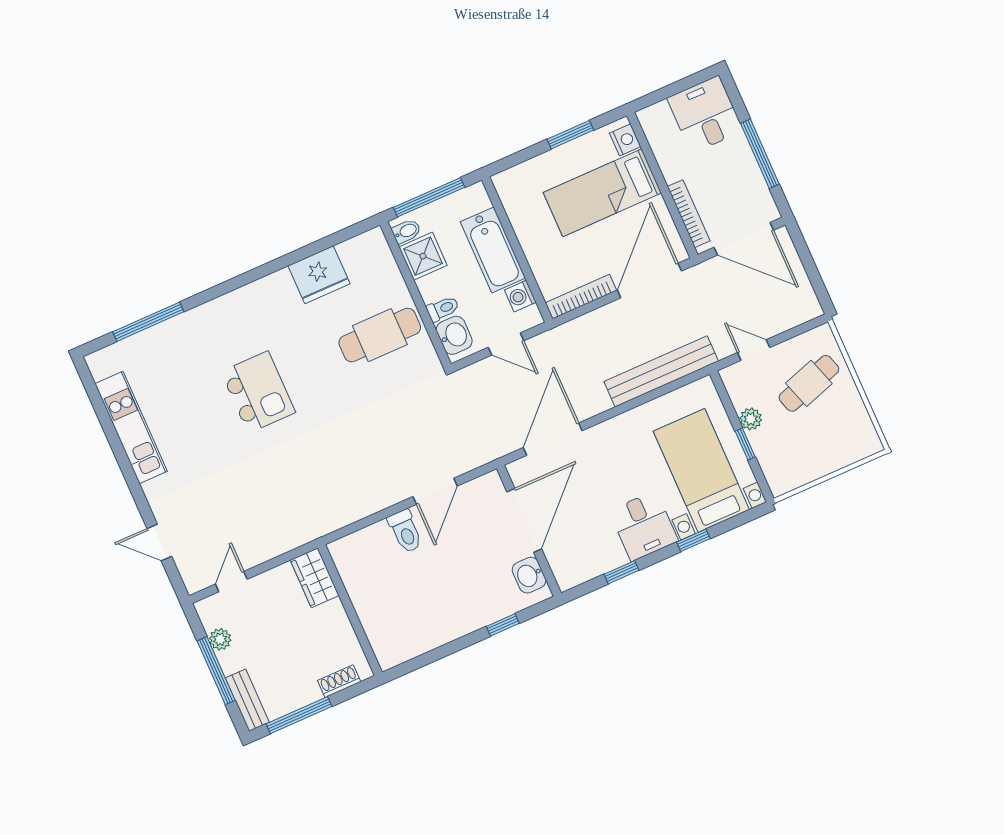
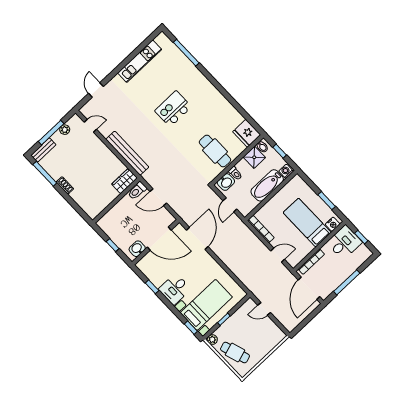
window: (674, 89) -> (361, 237), added
desk: (705, 114) -> (344, 242), moved
window: (429, 197) -> (280, 151), width x0.46
fridge: (319, 275) -> (247, 133), moved
door: (649, 281) -> (278, 255), width x0.53
washing machine: (520, 296) -> (286, 171), moved
door: (754, 350) -> (264, 309), swing flipped
bench: (661, 371) -> (127, 153), moved
cafe table: (809, 383) -> (235, 353), moved
kitchen island: (258, 392) -> (173, 109), turned 180
plant: (751, 419) -> (212, 340), moved
door: (553, 439) -> (197, 238), hinge flipped
window: (693, 540) -> (191, 328), moved
wardrobe: (315, 578) -> (124, 181), moved
wall: (350, 610) -> (116, 201), moved

